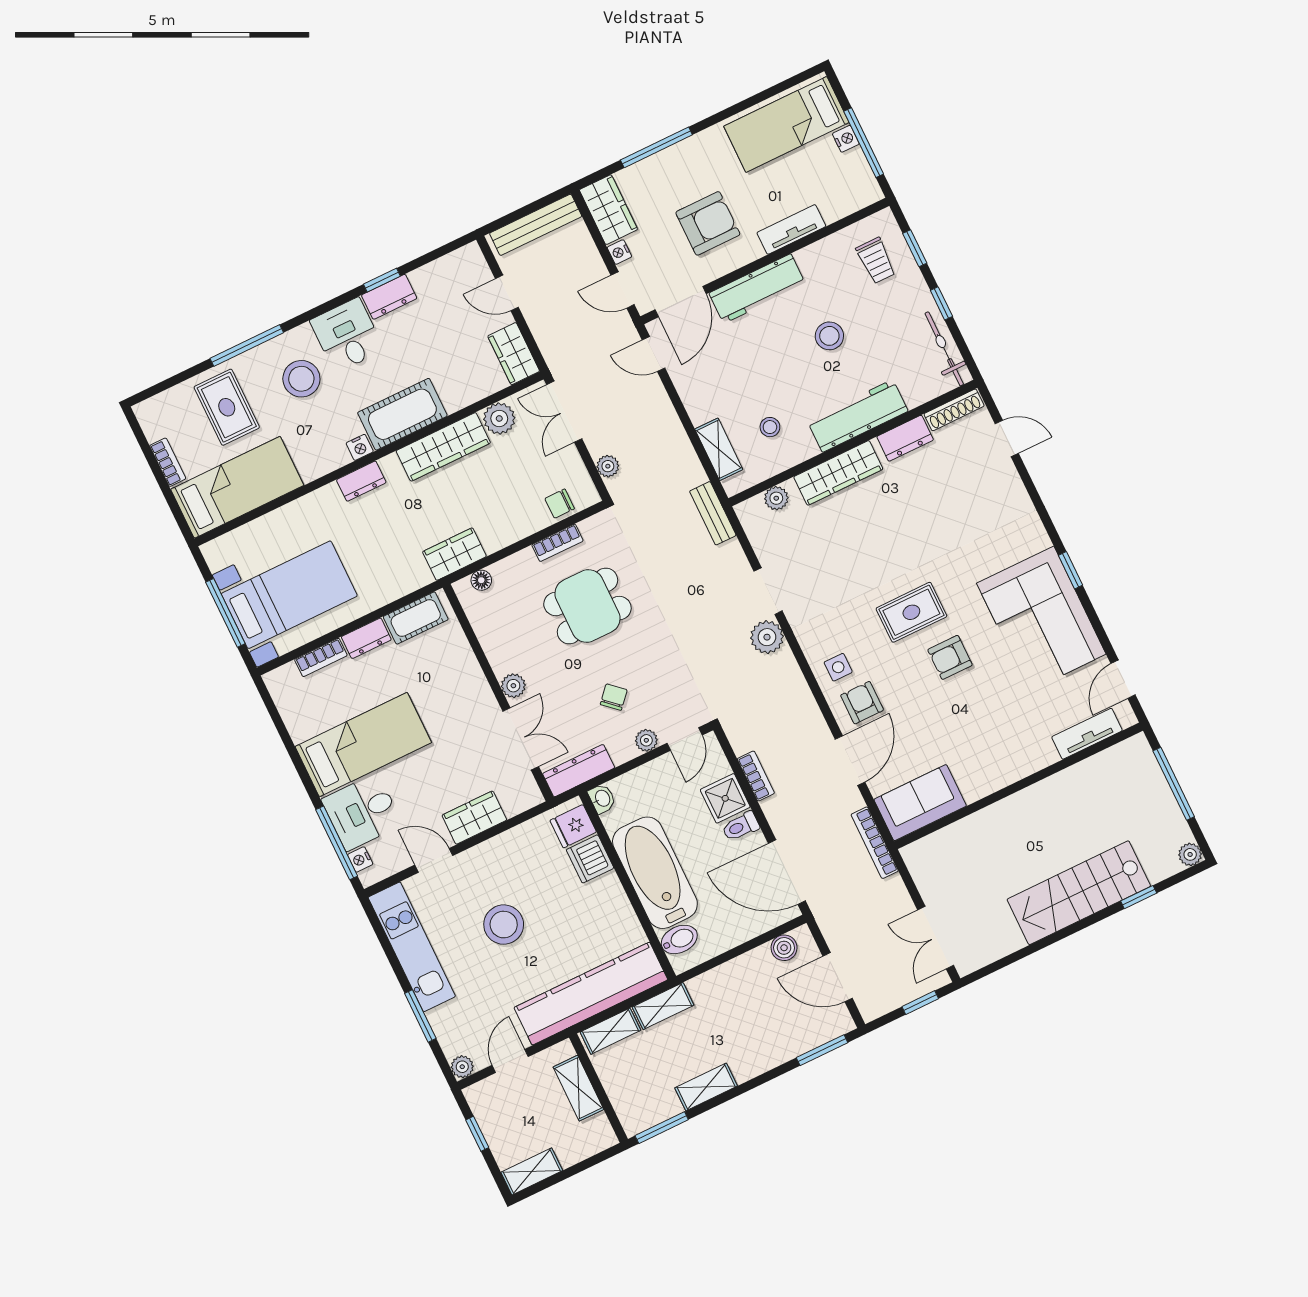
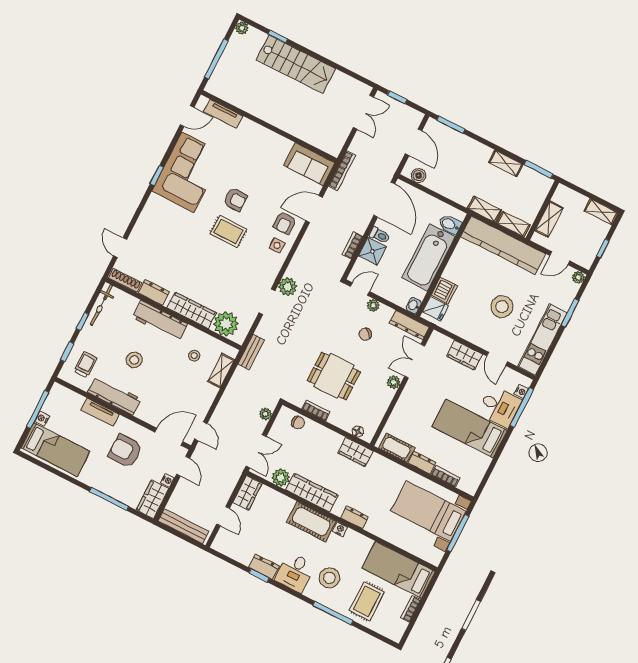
workbench: (757, 289) -> (114, 396), moved
plant: (776, 498) -> (226, 324), width x1.87, depth x1.87

